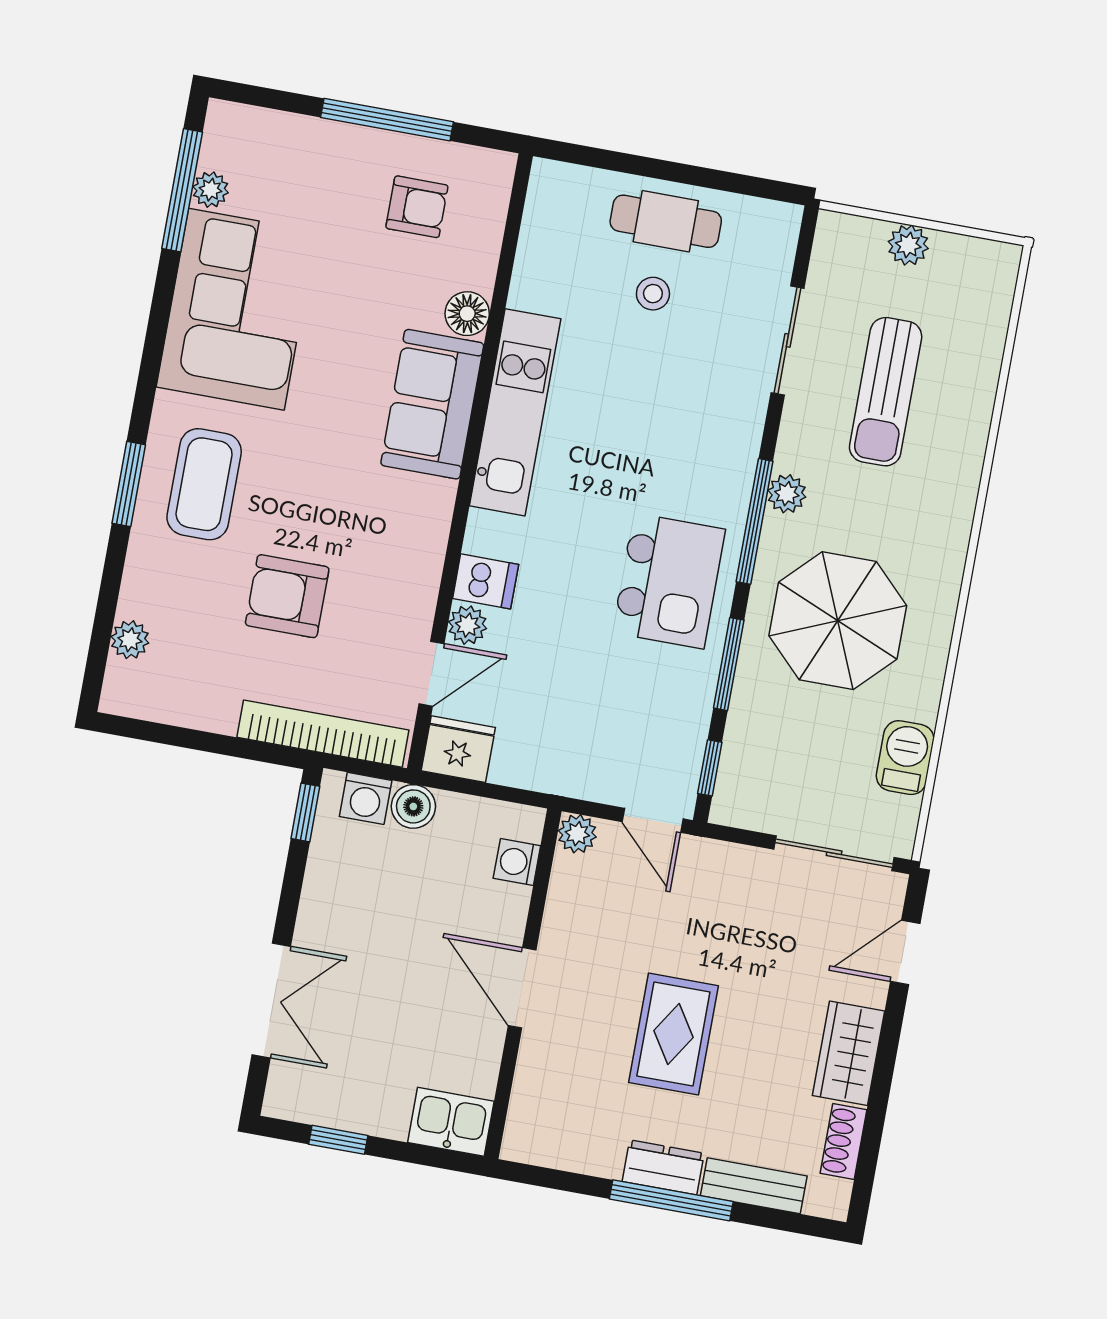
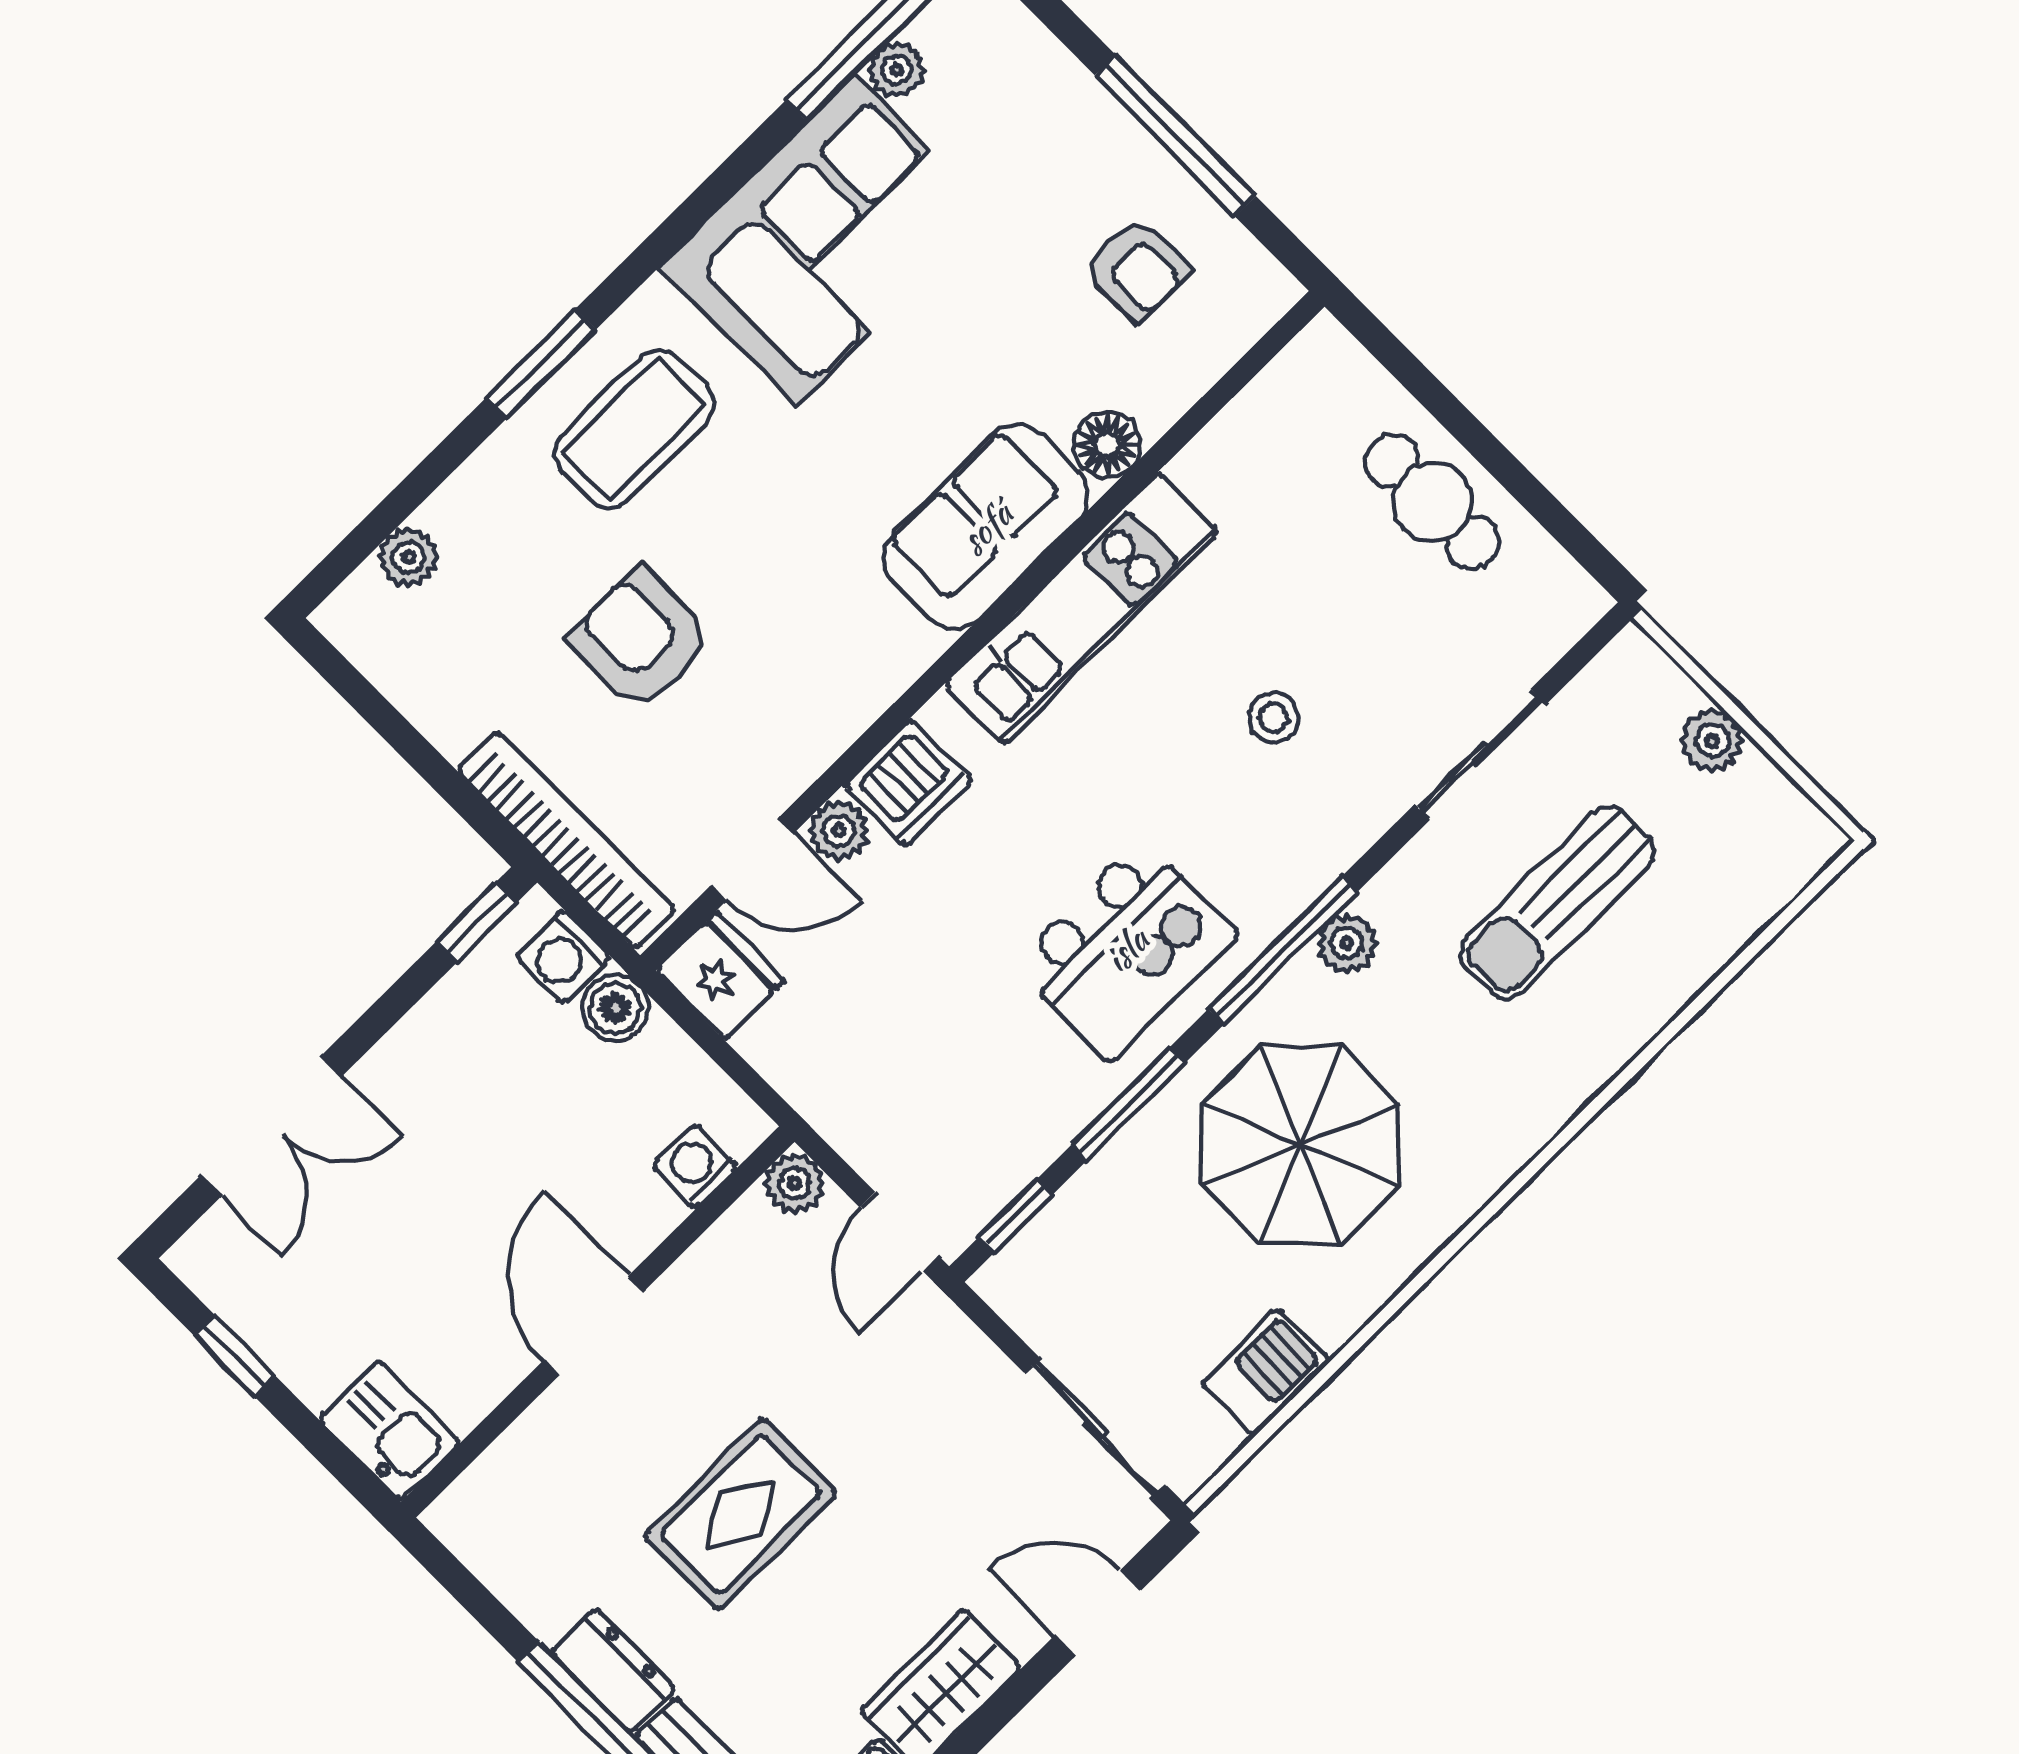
stool: (653, 294) -> (1273, 718), moved
dishwasher: (486, 581) -> (908, 783), width x1.38

